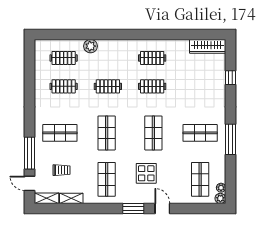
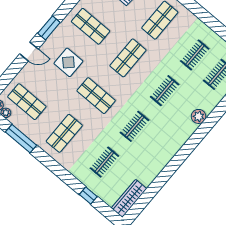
plant: (91, 46) -> (199, 116), moved
clothes rail: (152, 58) -> (104, 162), moved
shop shelf: (107, 133) -> (128, 58), turned 90
window: (230, 139) -> (21, 139), moved

